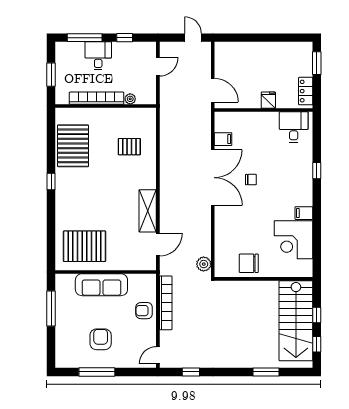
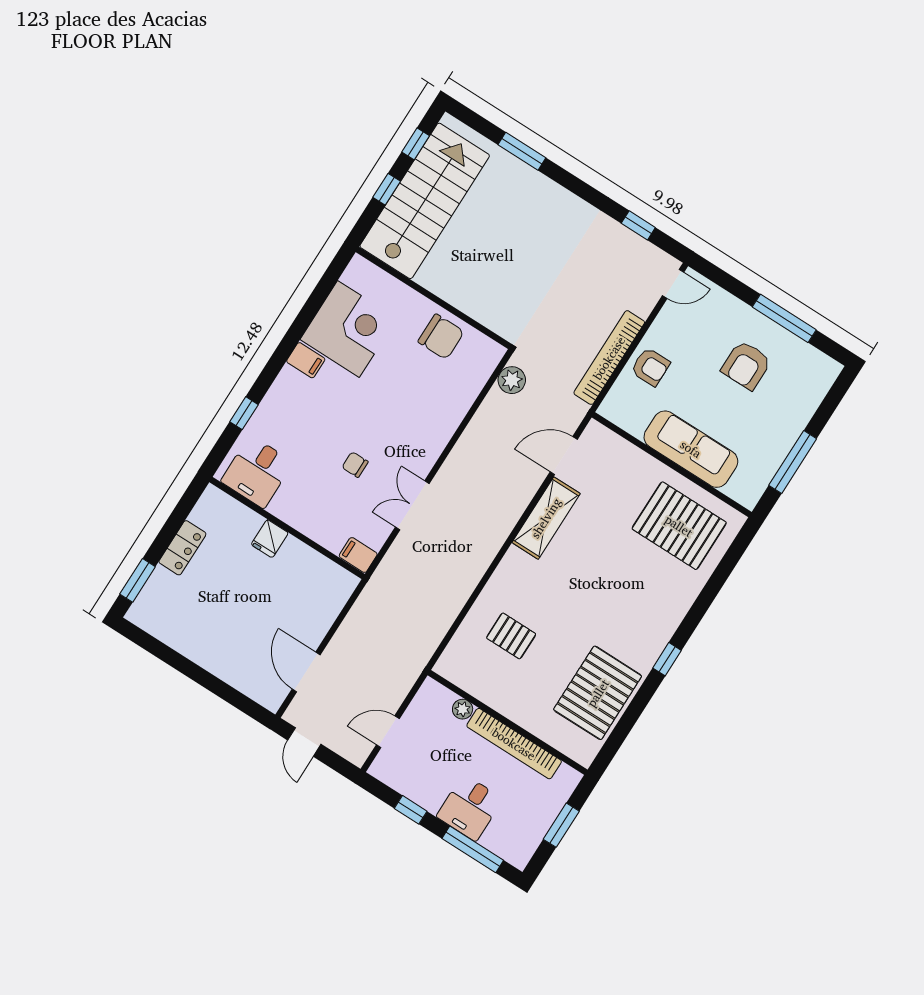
door: (213, 90) -> (306, 672), moved
fridge: (268, 100) -> (270, 539), moved
wall: (264, 110) -> (287, 528), moved
desk: (294, 127) -> (257, 472), moved
double door: (213, 178) -> (412, 505), width x0.54

